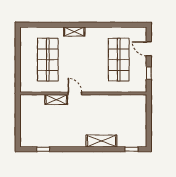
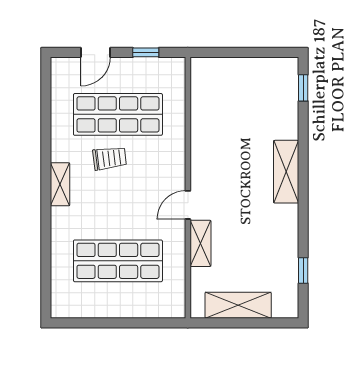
shelving: (74, 32) -> (60, 184), moved
trolley: (97, 56) -> (110, 158), added
shelving: (26, 118) -> (238, 305), added
shelving: (101, 141) -> (286, 172), moved

